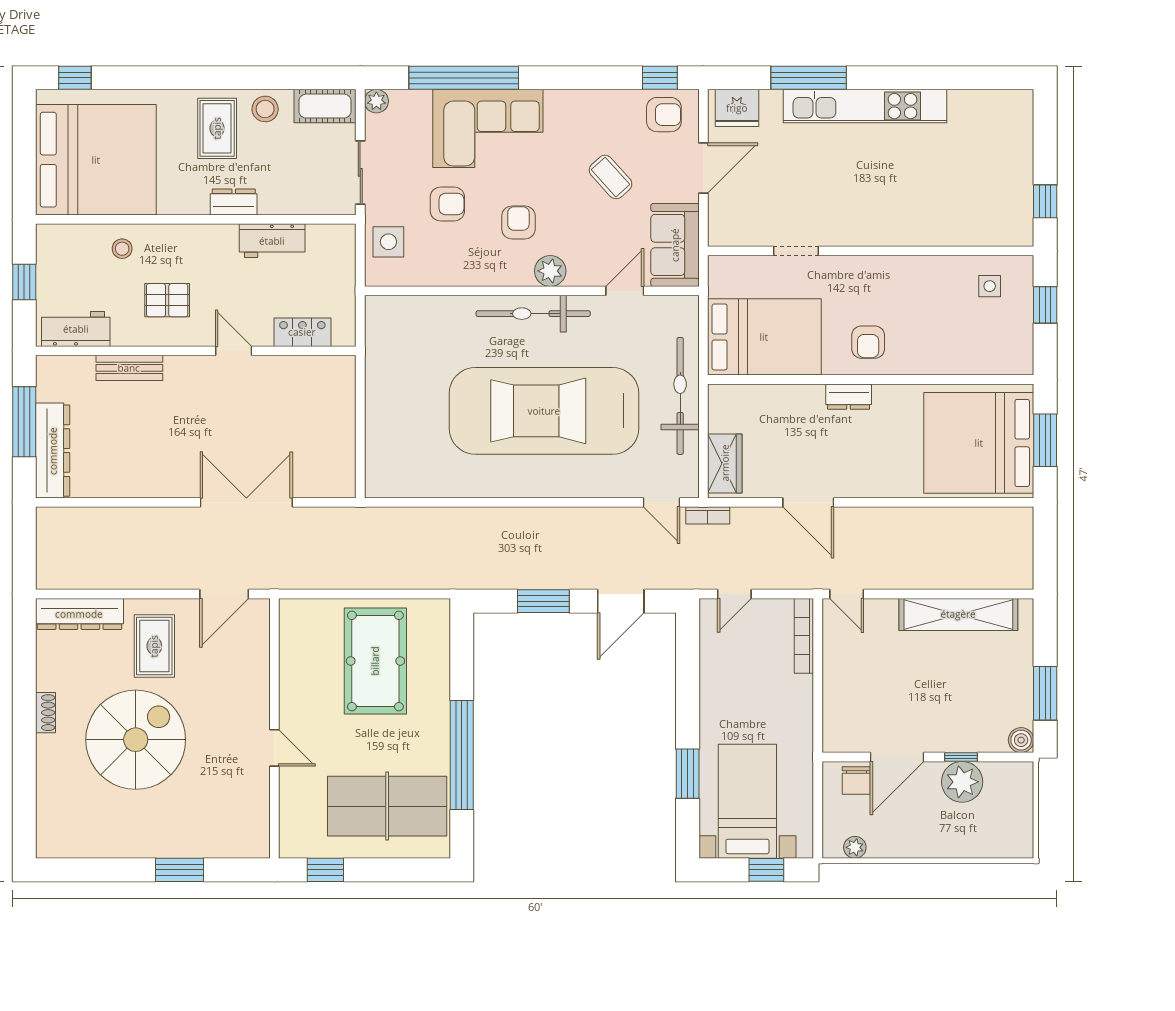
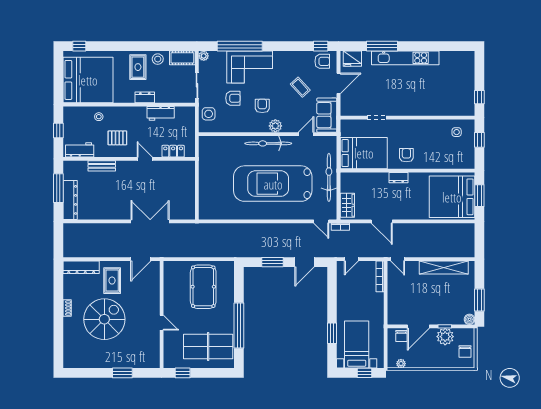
armchair: (868, 342) -> (406, 155), turned 180
chair: (1010, 818) -> (465, 351), added

